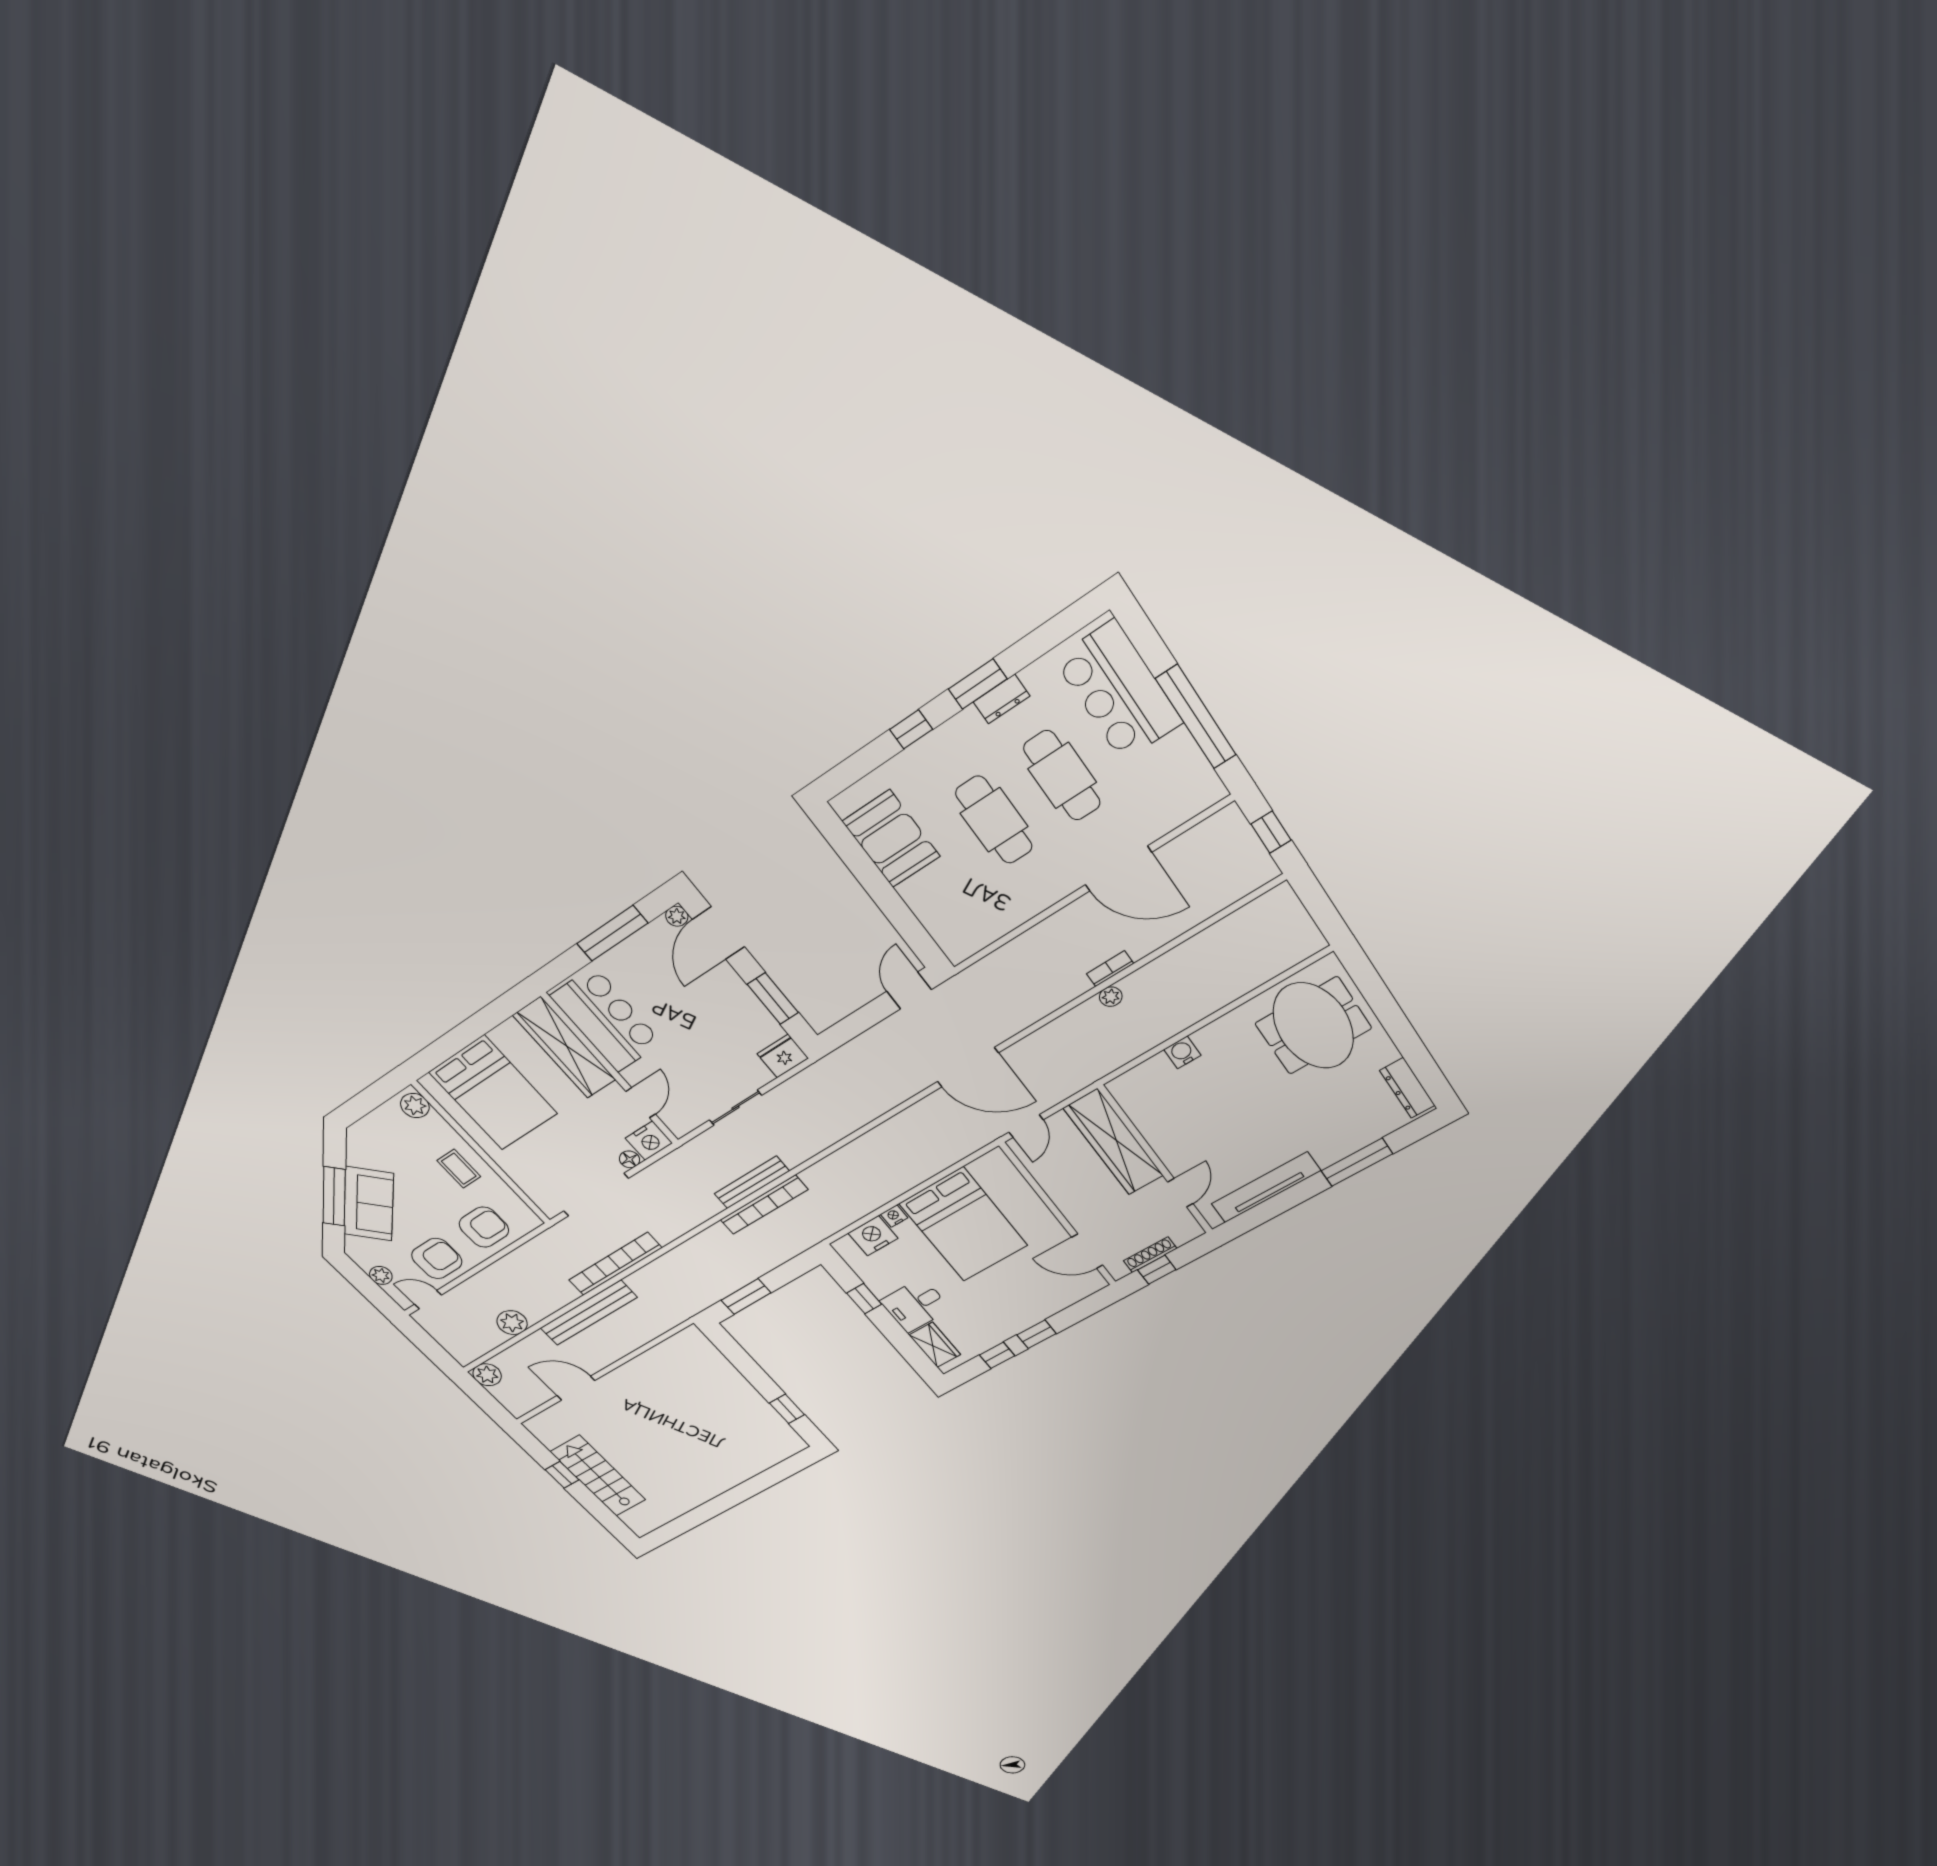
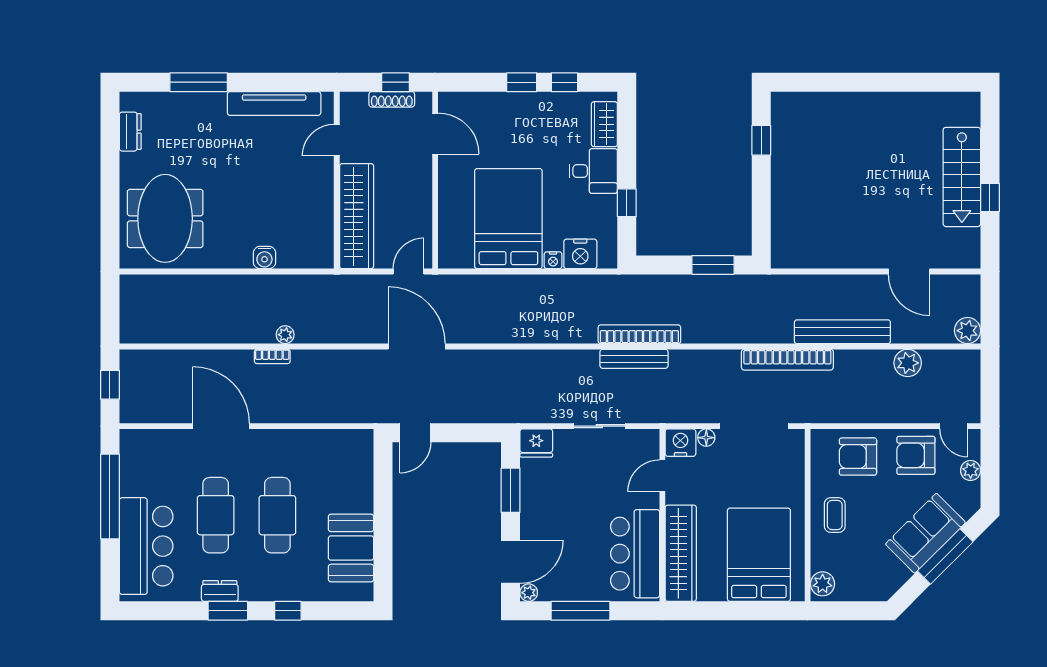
dresser: (1407, 1088) -> (130, 132), width x0.70

